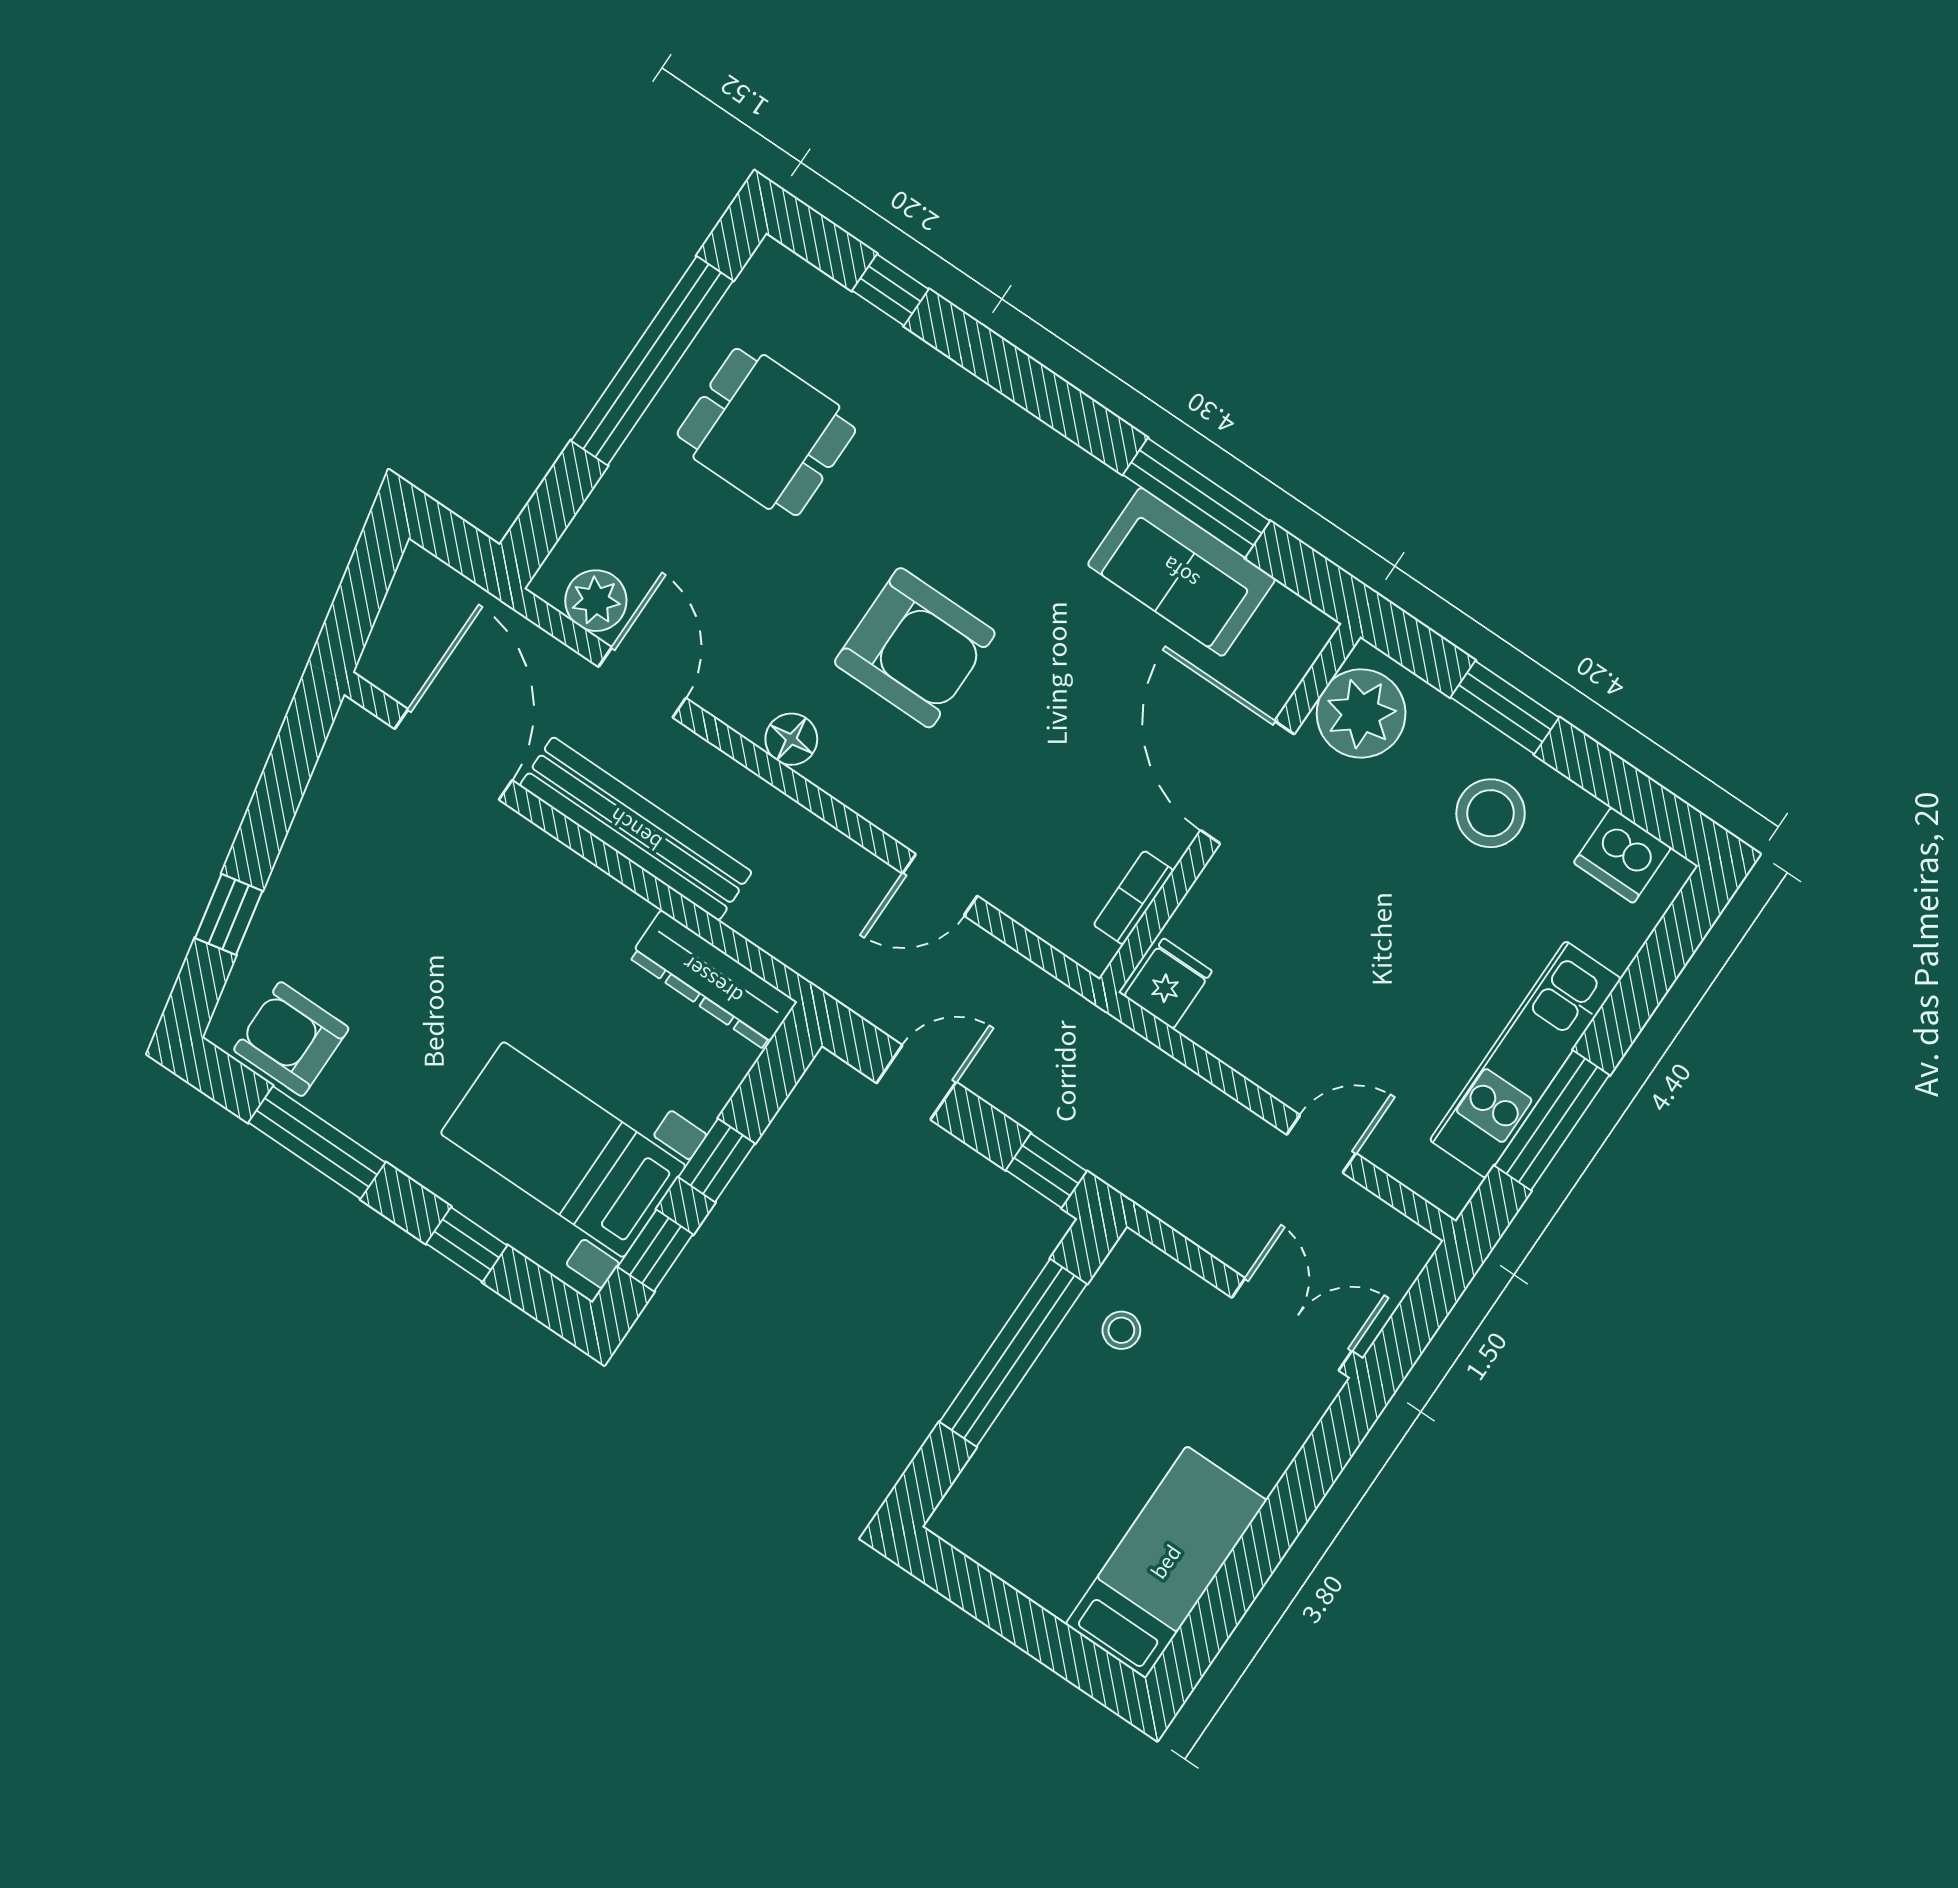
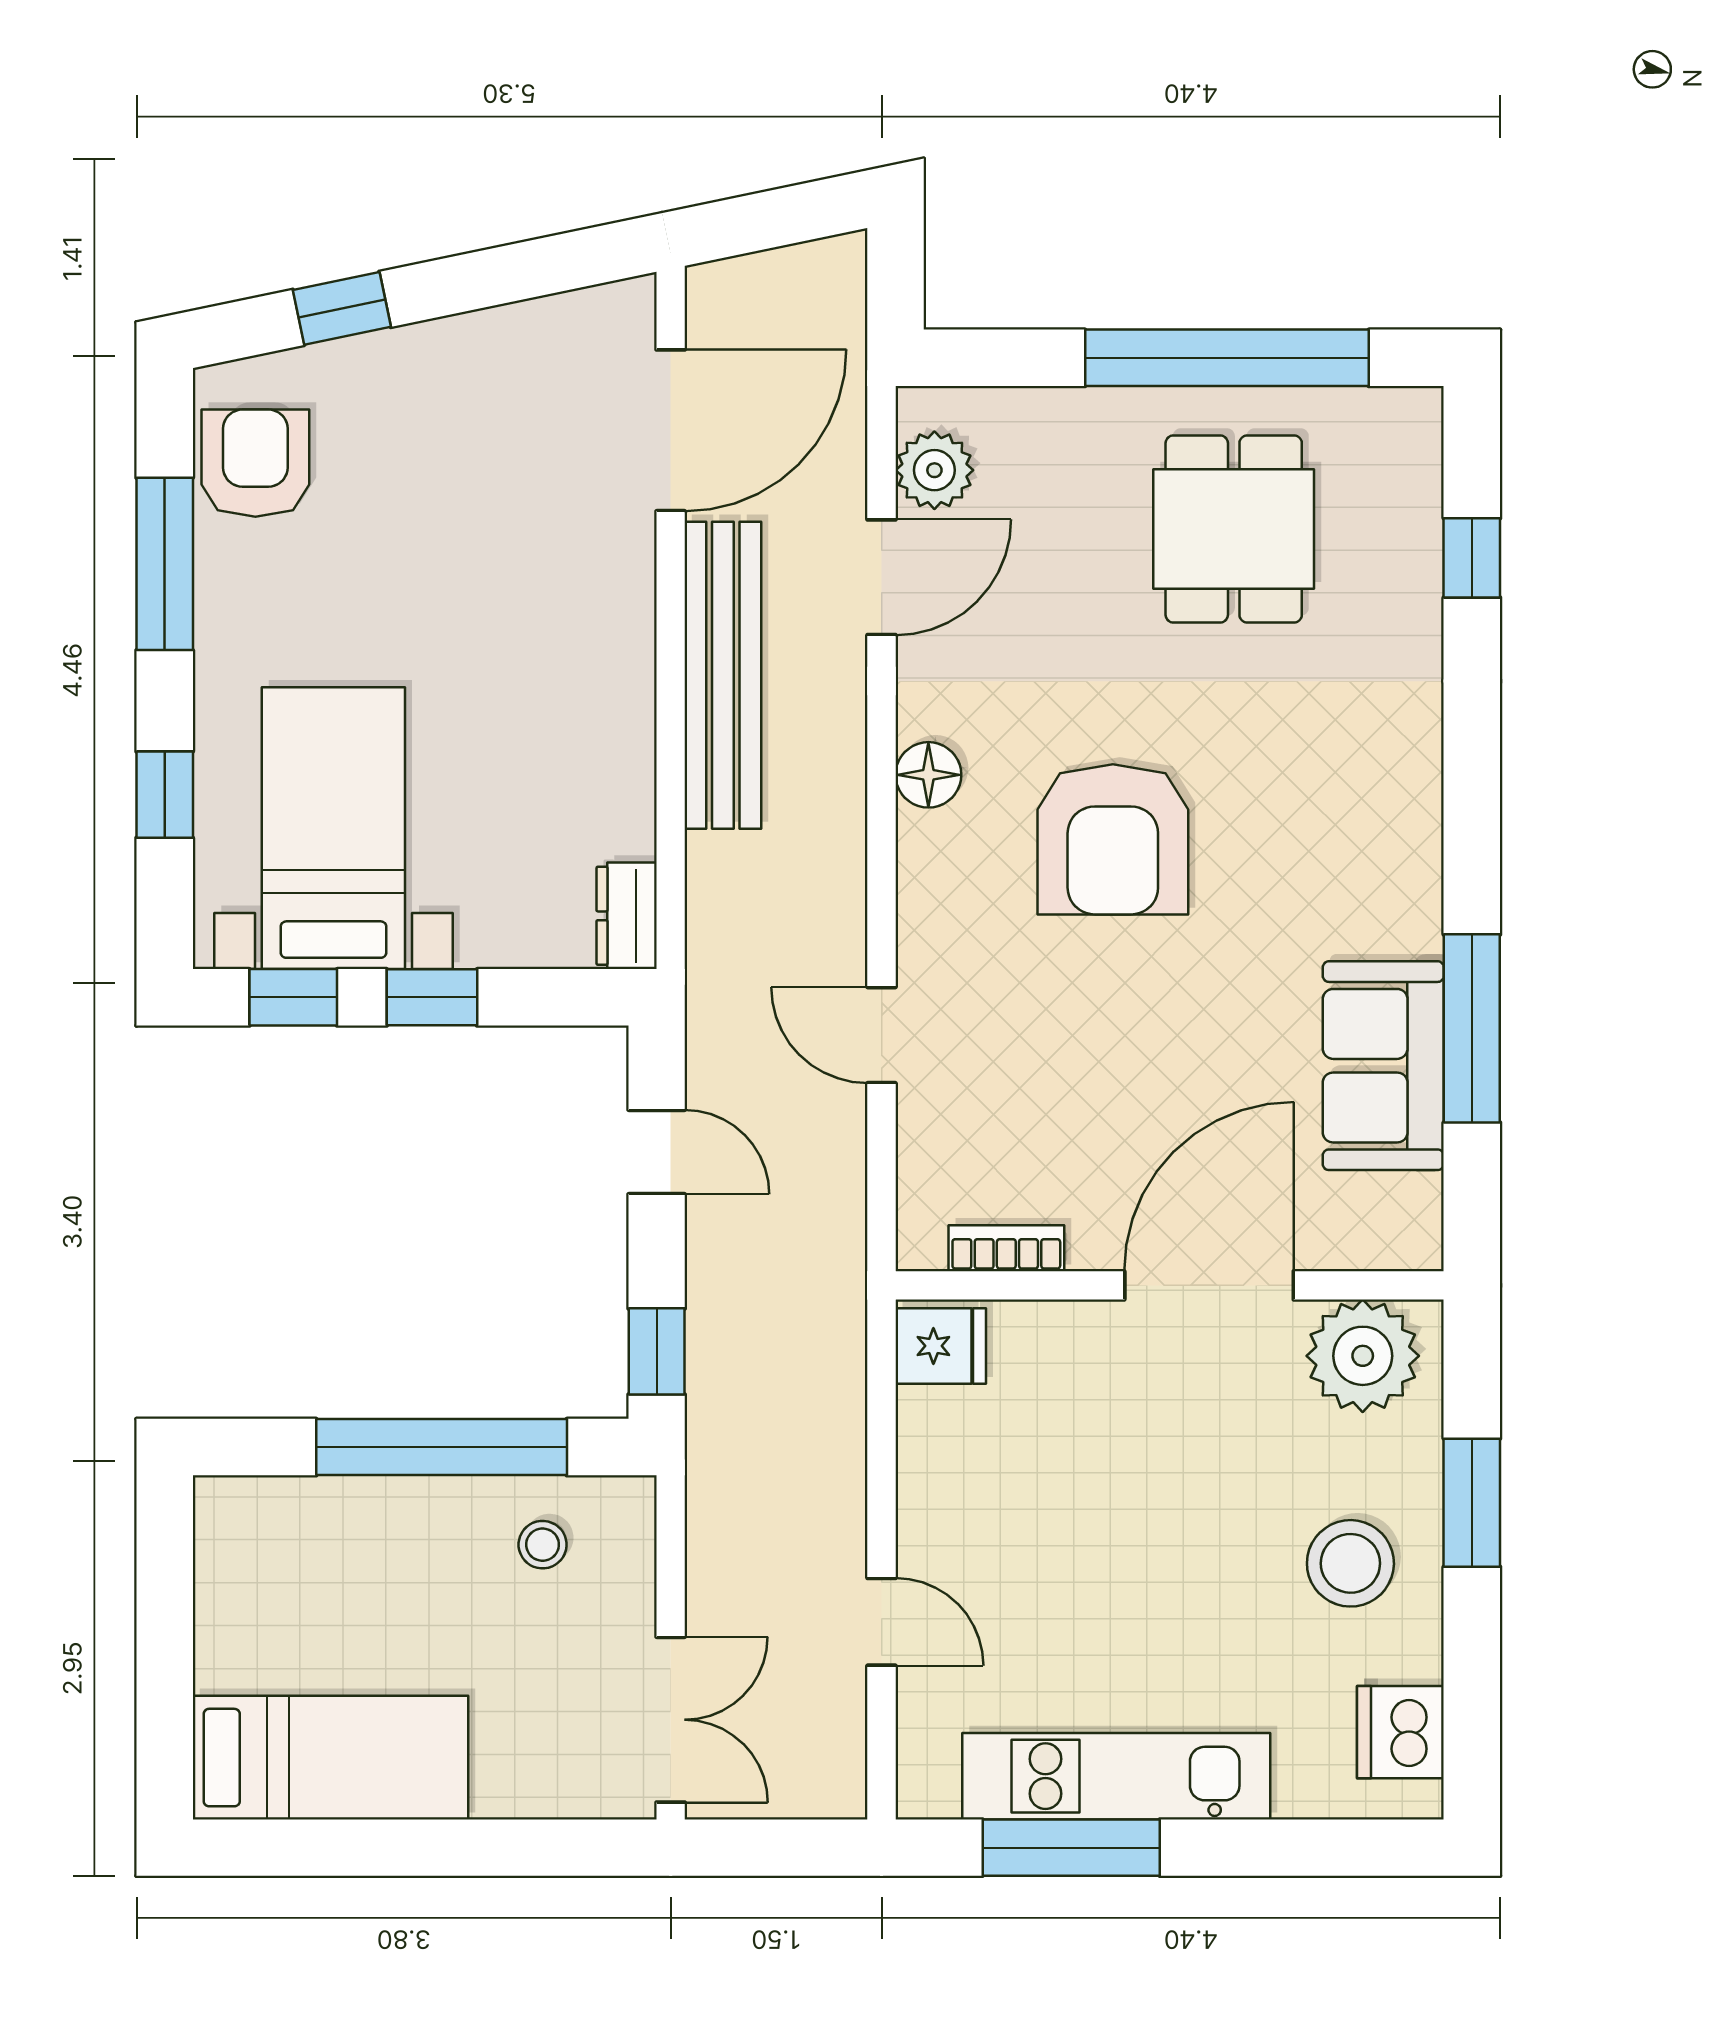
dresser: (713, 980) -> (627, 916), width x0.51, depth x0.80

